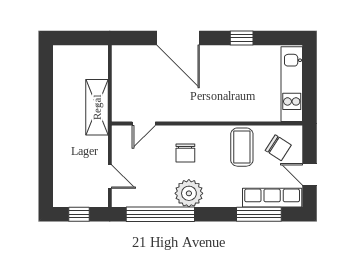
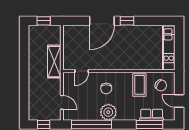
window: (79, 38) -> (44, 21), added
door: (178, 38) -> (102, 21), hinge flipped
window: (242, 38) -> (127, 21), moved
row of seats: (272, 198) -> (152, 115), width x0.68

